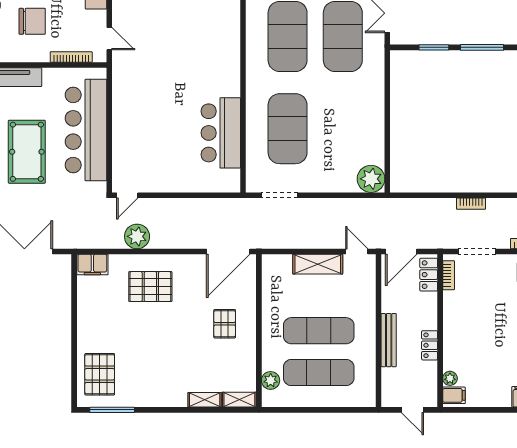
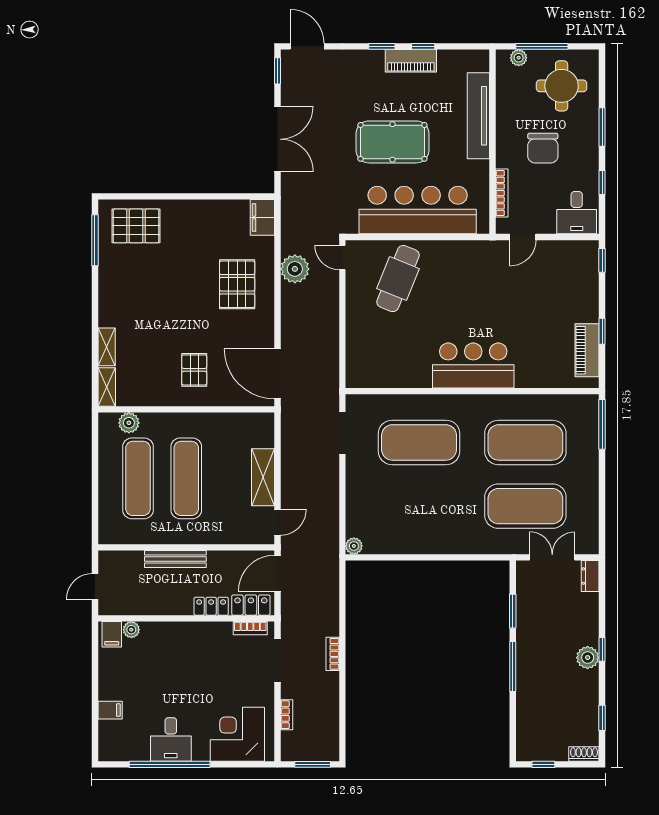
bar counter: (221, 133) -> (473, 365), moved
cafe table: (145, 147) -> (398, 279), added
plant: (371, 179) -> (354, 546), width x0.53, depth x0.53
door: (401, 252) -> (278, 573), hinge flipped
pallet: (225, 324) -> (194, 370), turned 90
locker: (430, 345) -> (211, 606), moved

